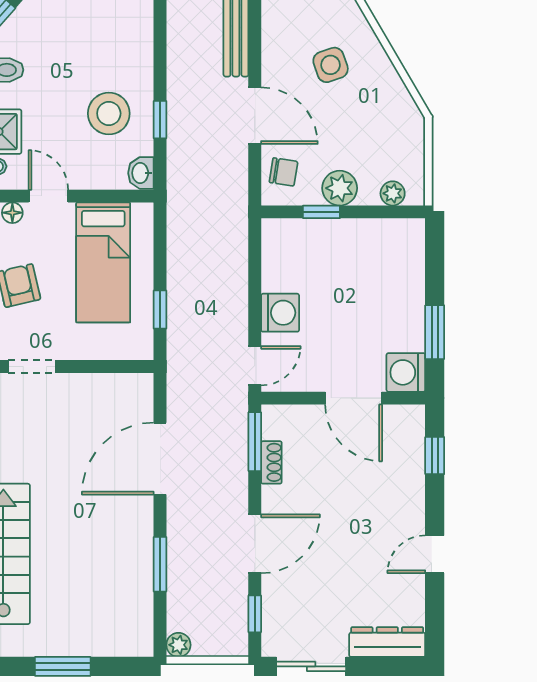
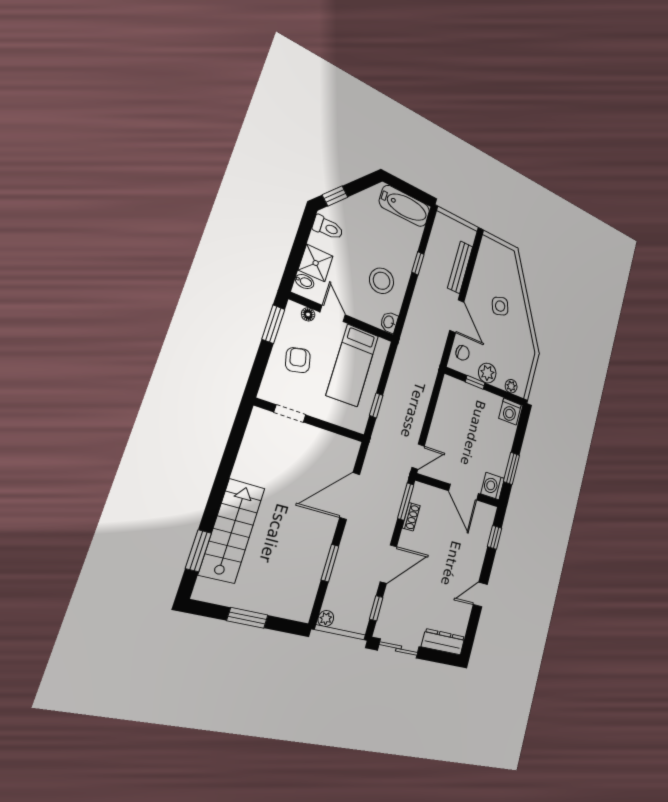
window: (160, 120) -> (418, 263), moved
washing machine: (280, 313) -> (510, 411), moved, turned 90

